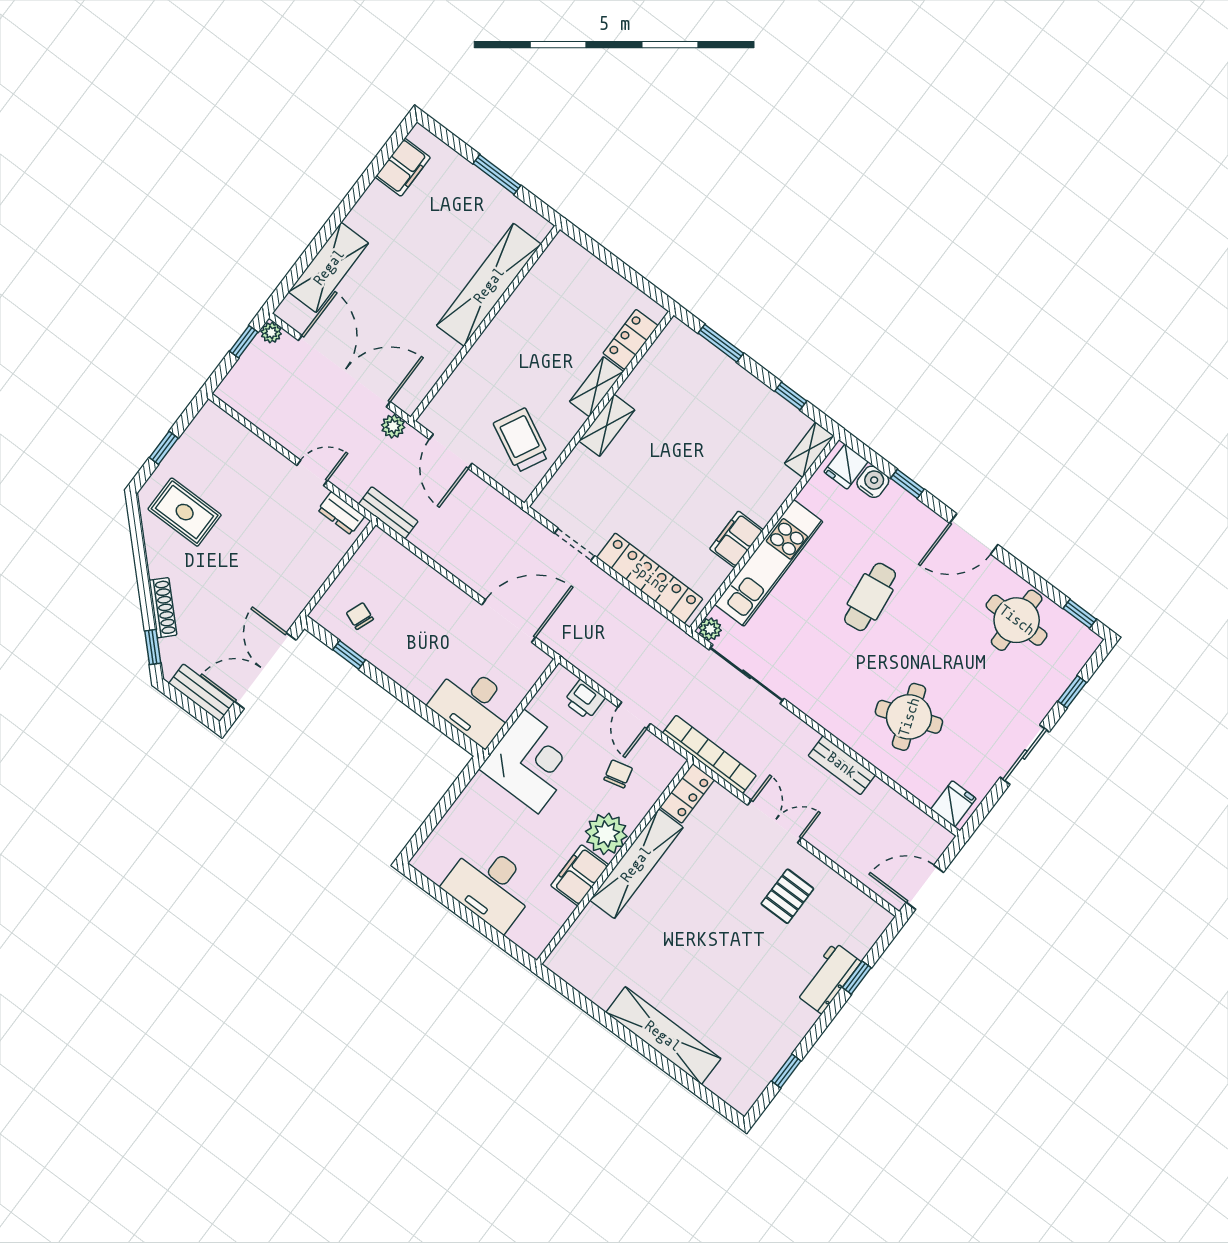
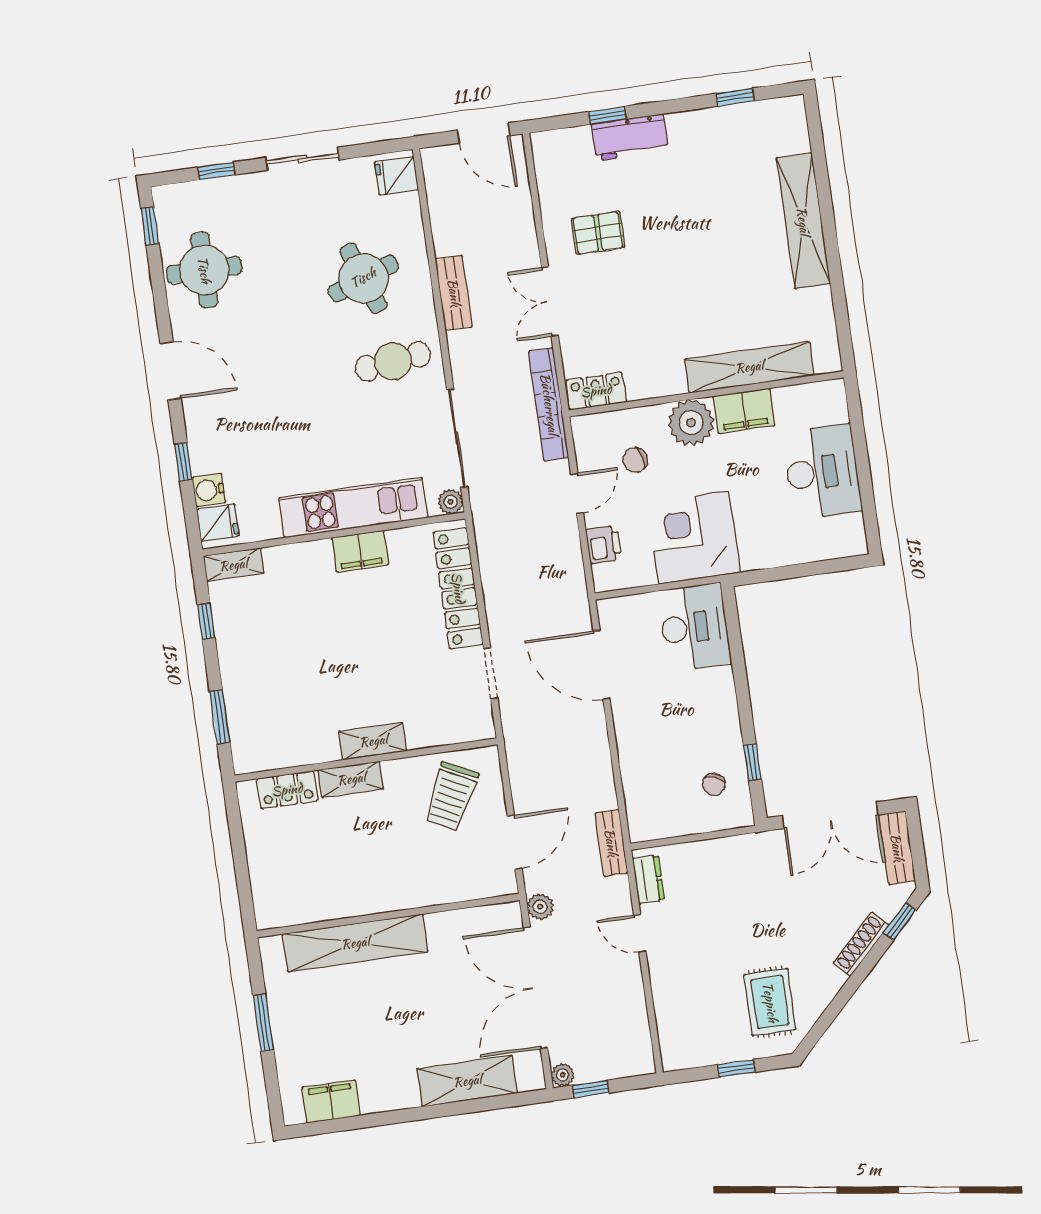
cafe table: (870, 597) -> (393, 361), moved
shelving: (636, 864) -> (749, 367), moved

